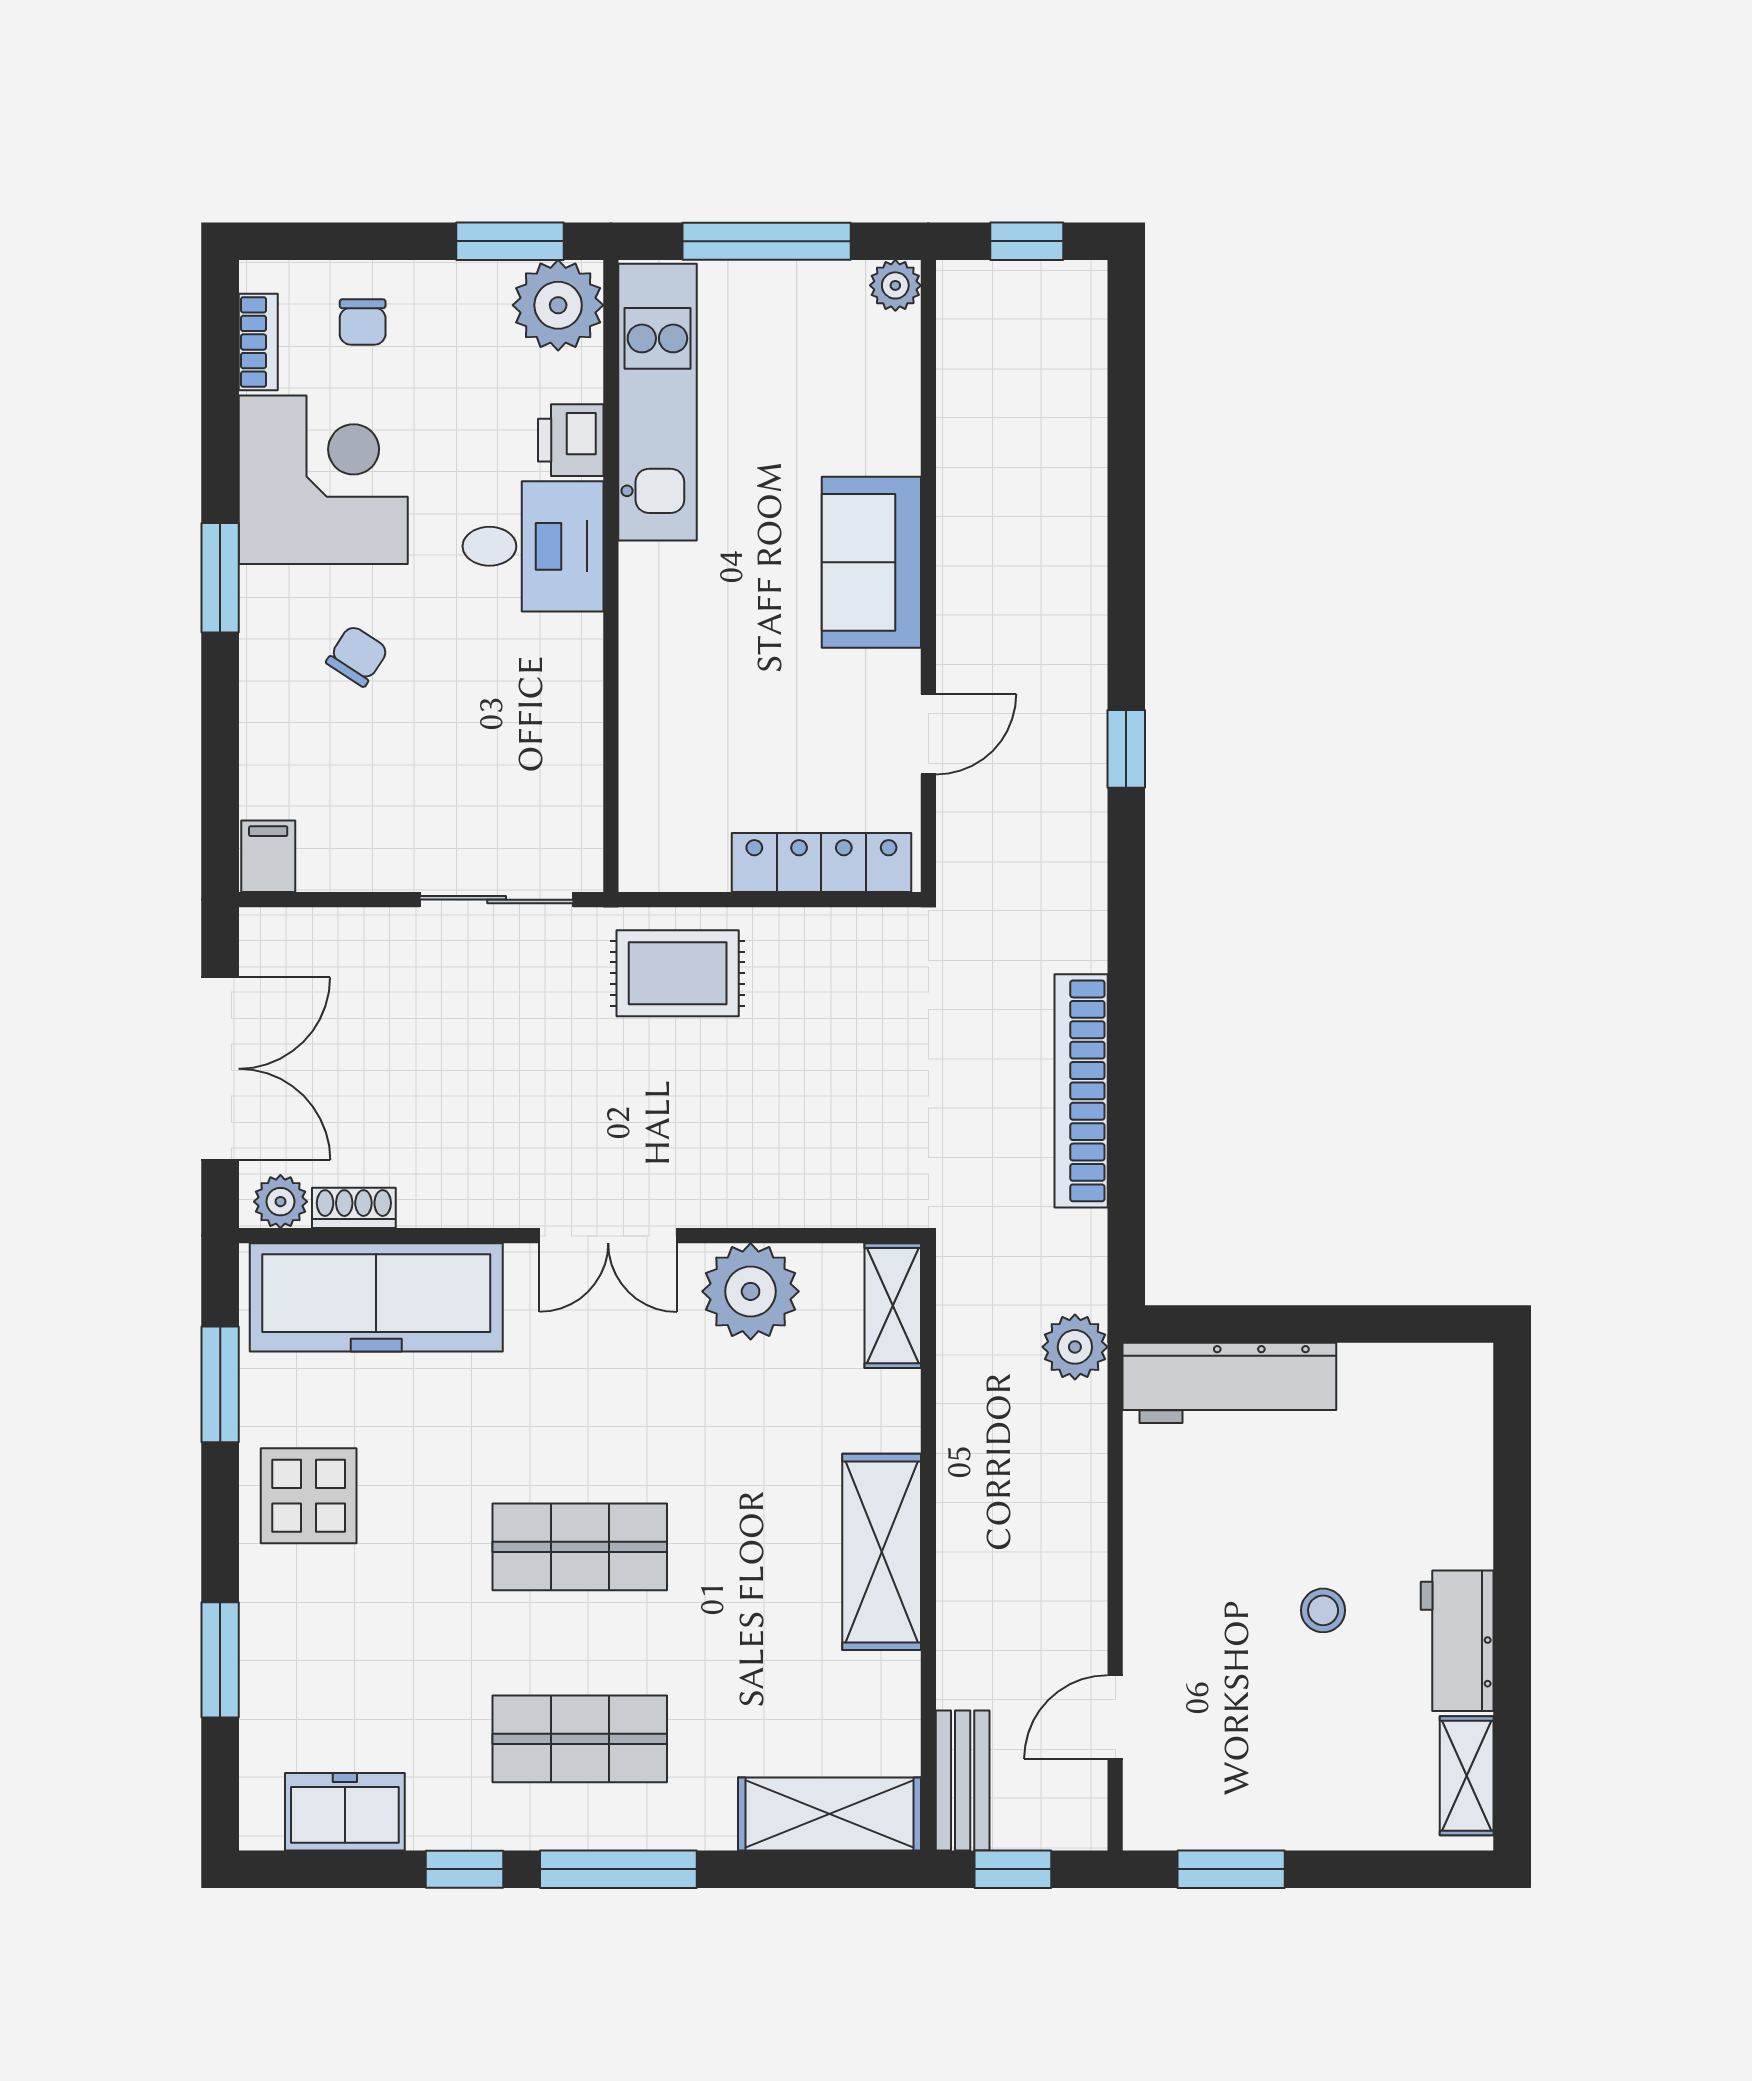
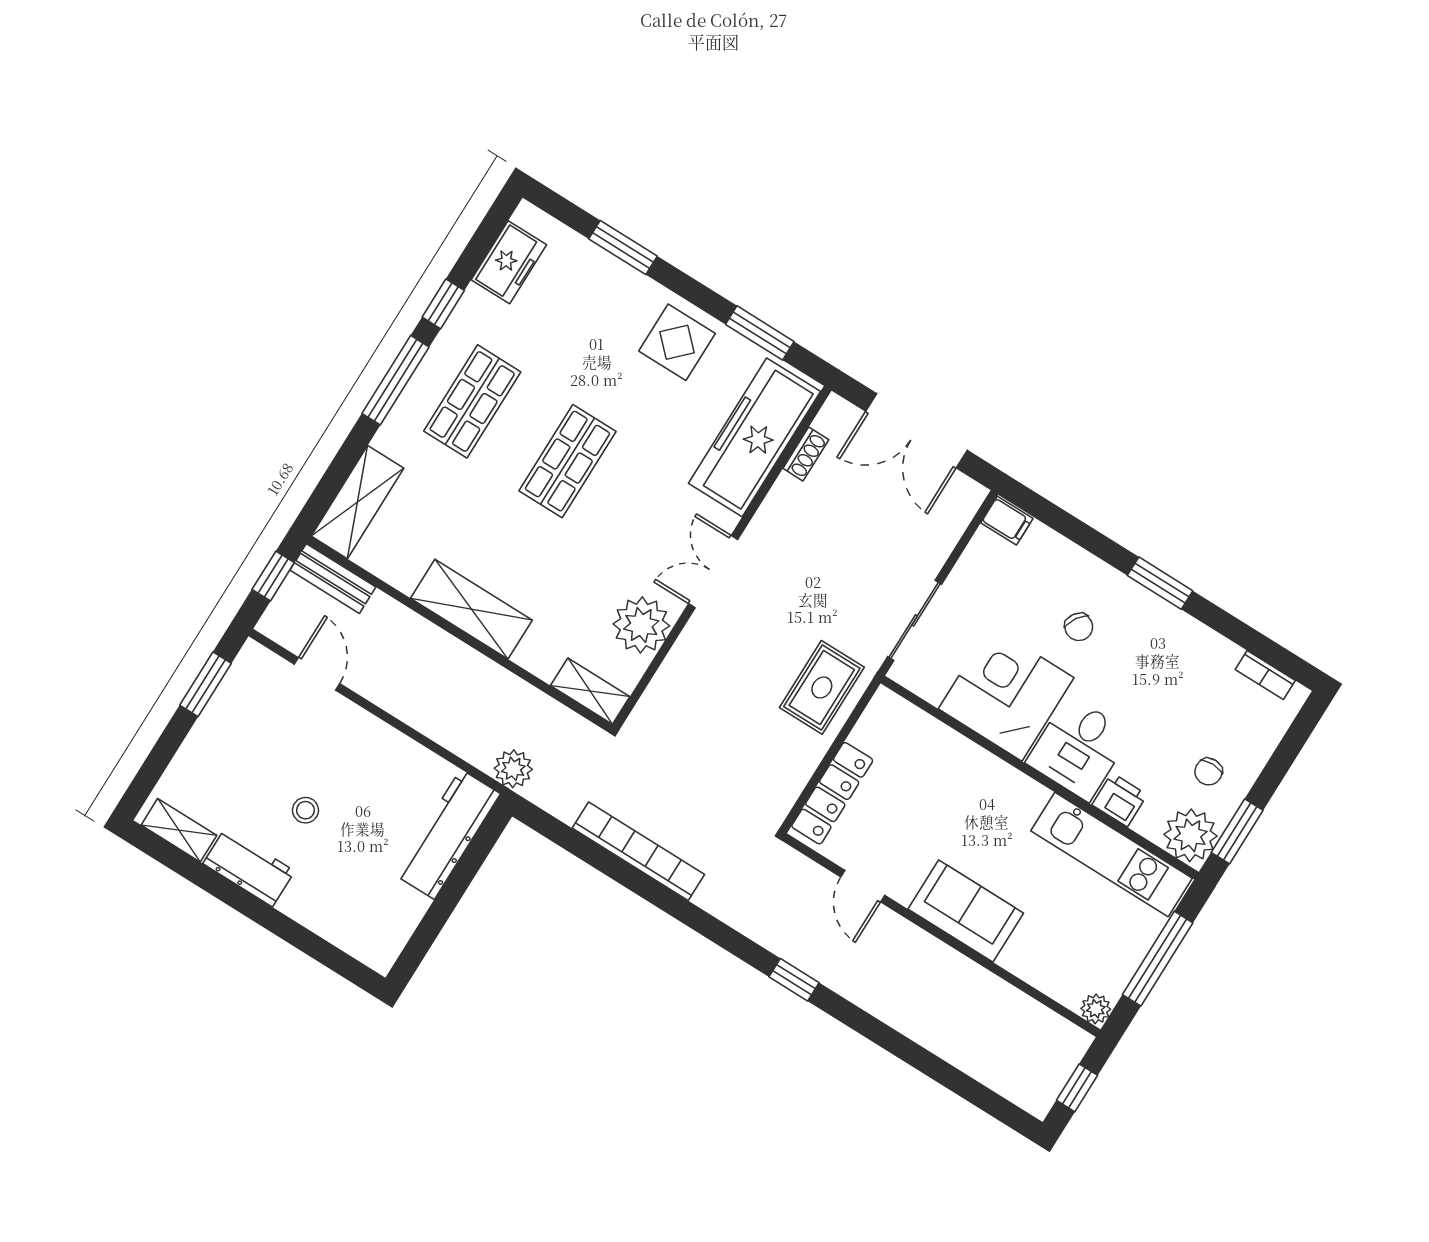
chair: (363, 322) -> (1209, 772), moved, turned -90
corner desk: (323, 480) -> (1006, 693), moved, turned 180
plant: (280, 1202) -> (832, 420), removed

